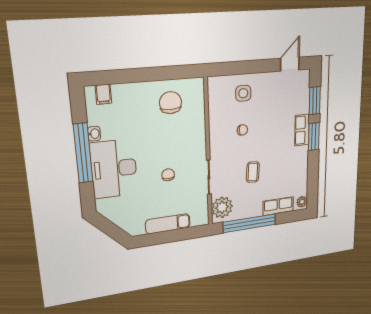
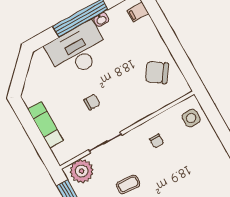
side table: (243, 93) -> (191, 118), moved
chair: (170, 103) -> (157, 72), turned -145
chair: (242, 130) -> (157, 141), moved

